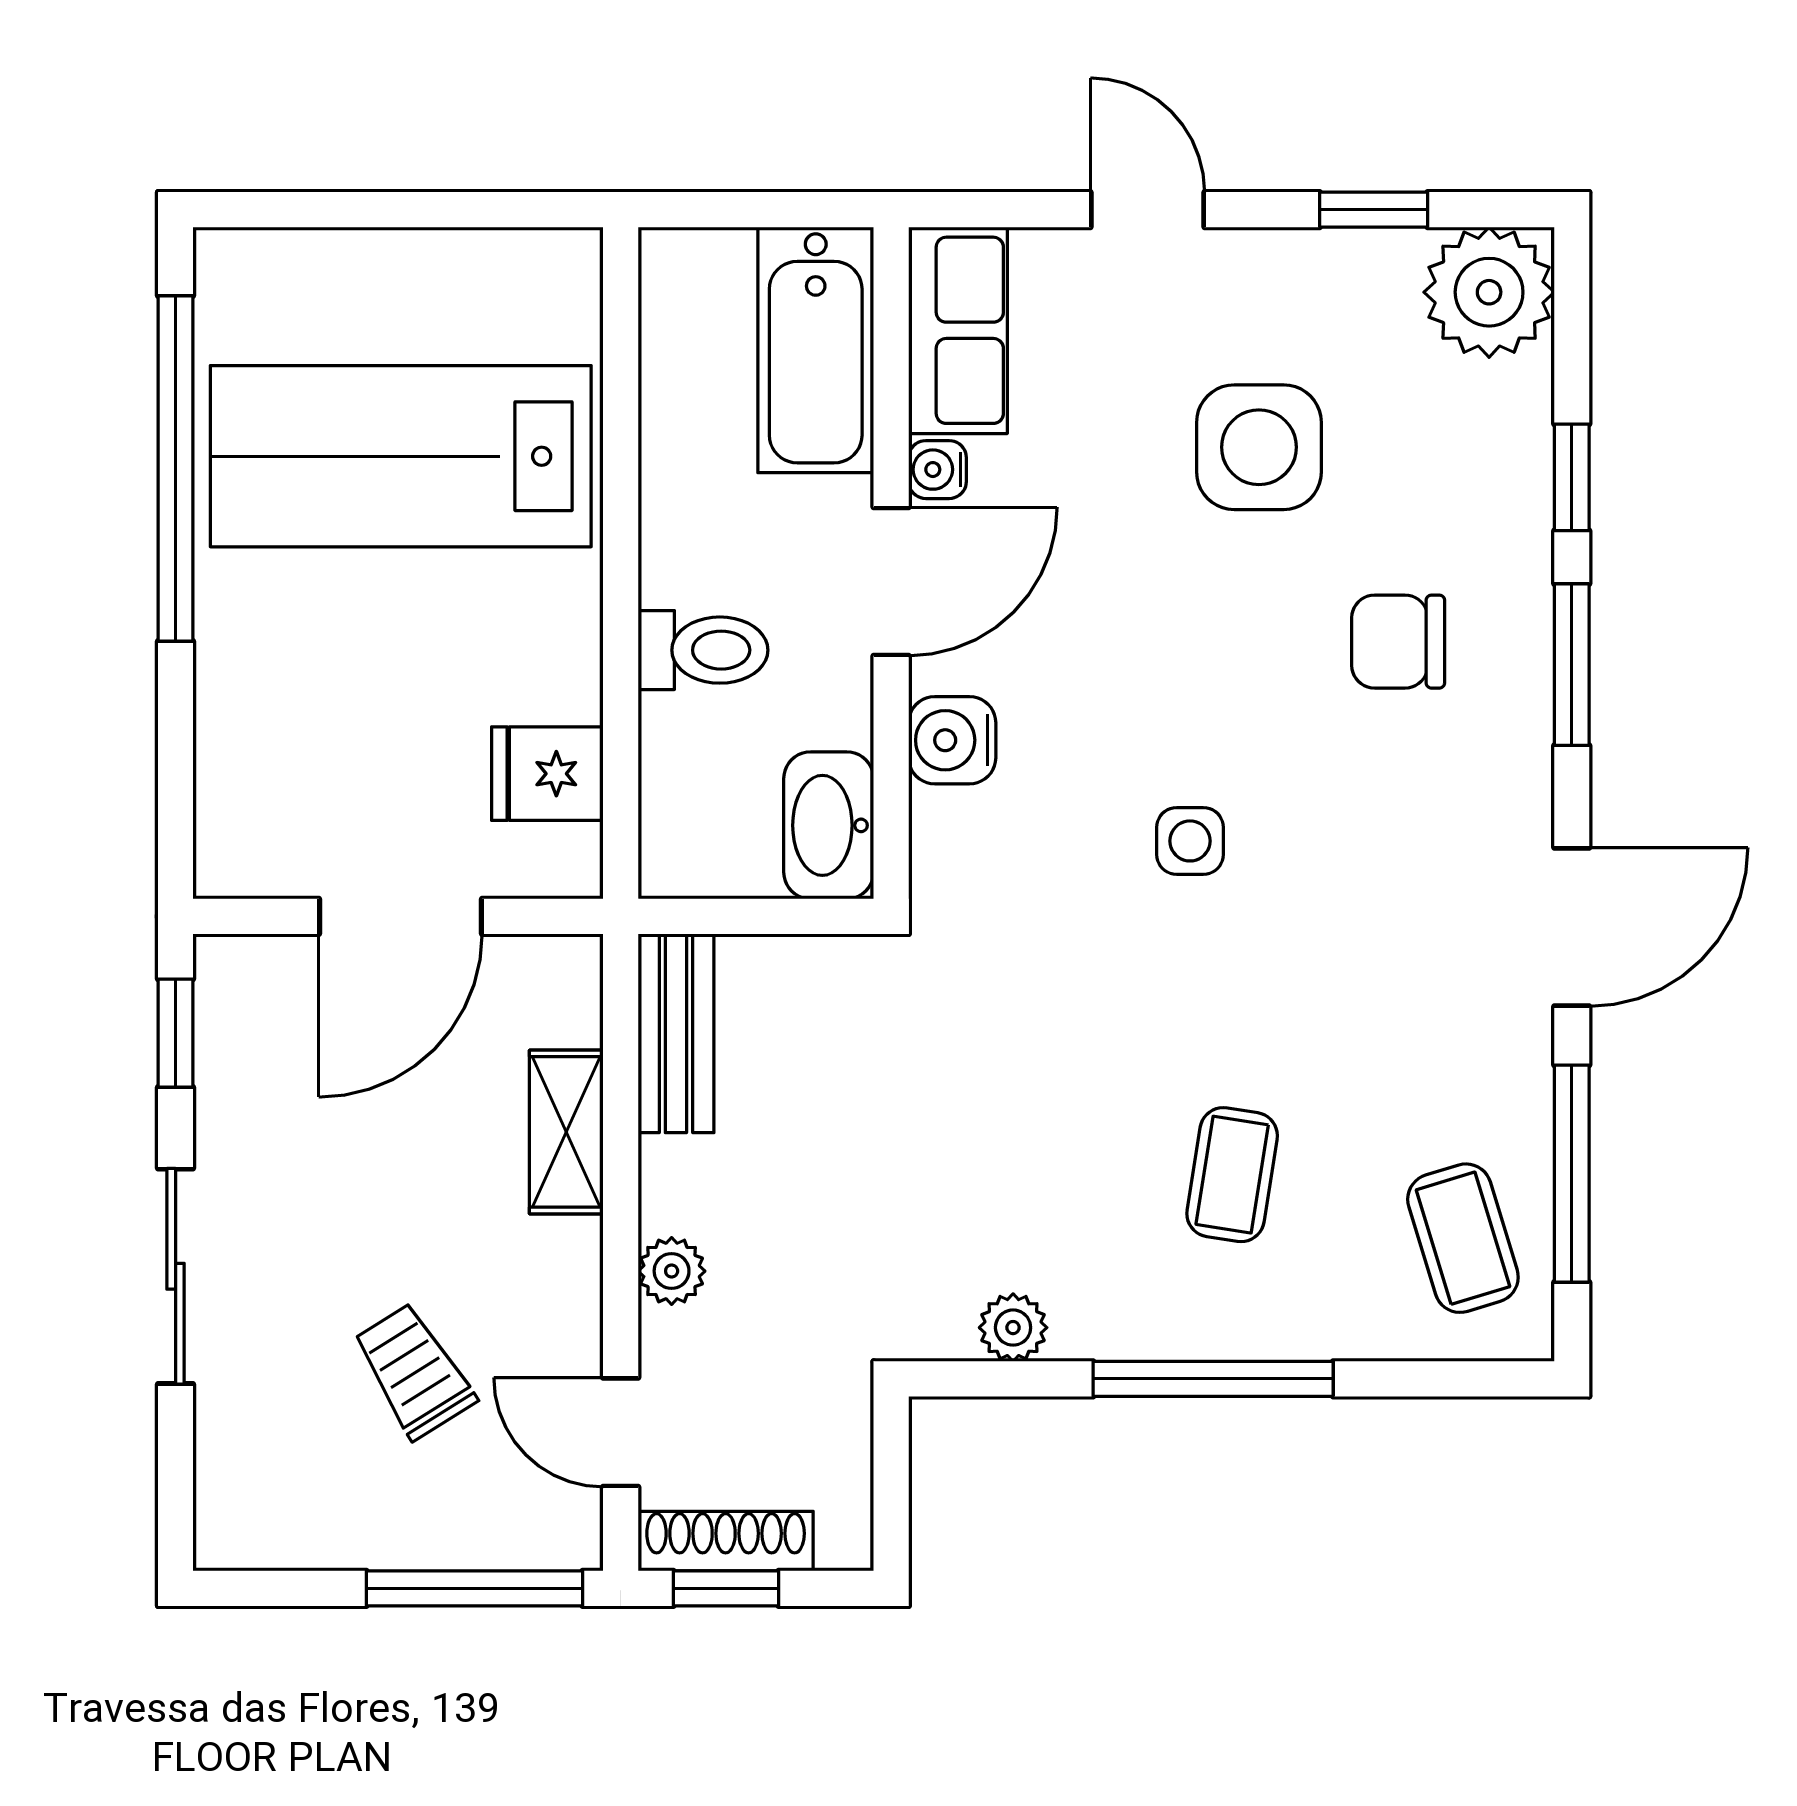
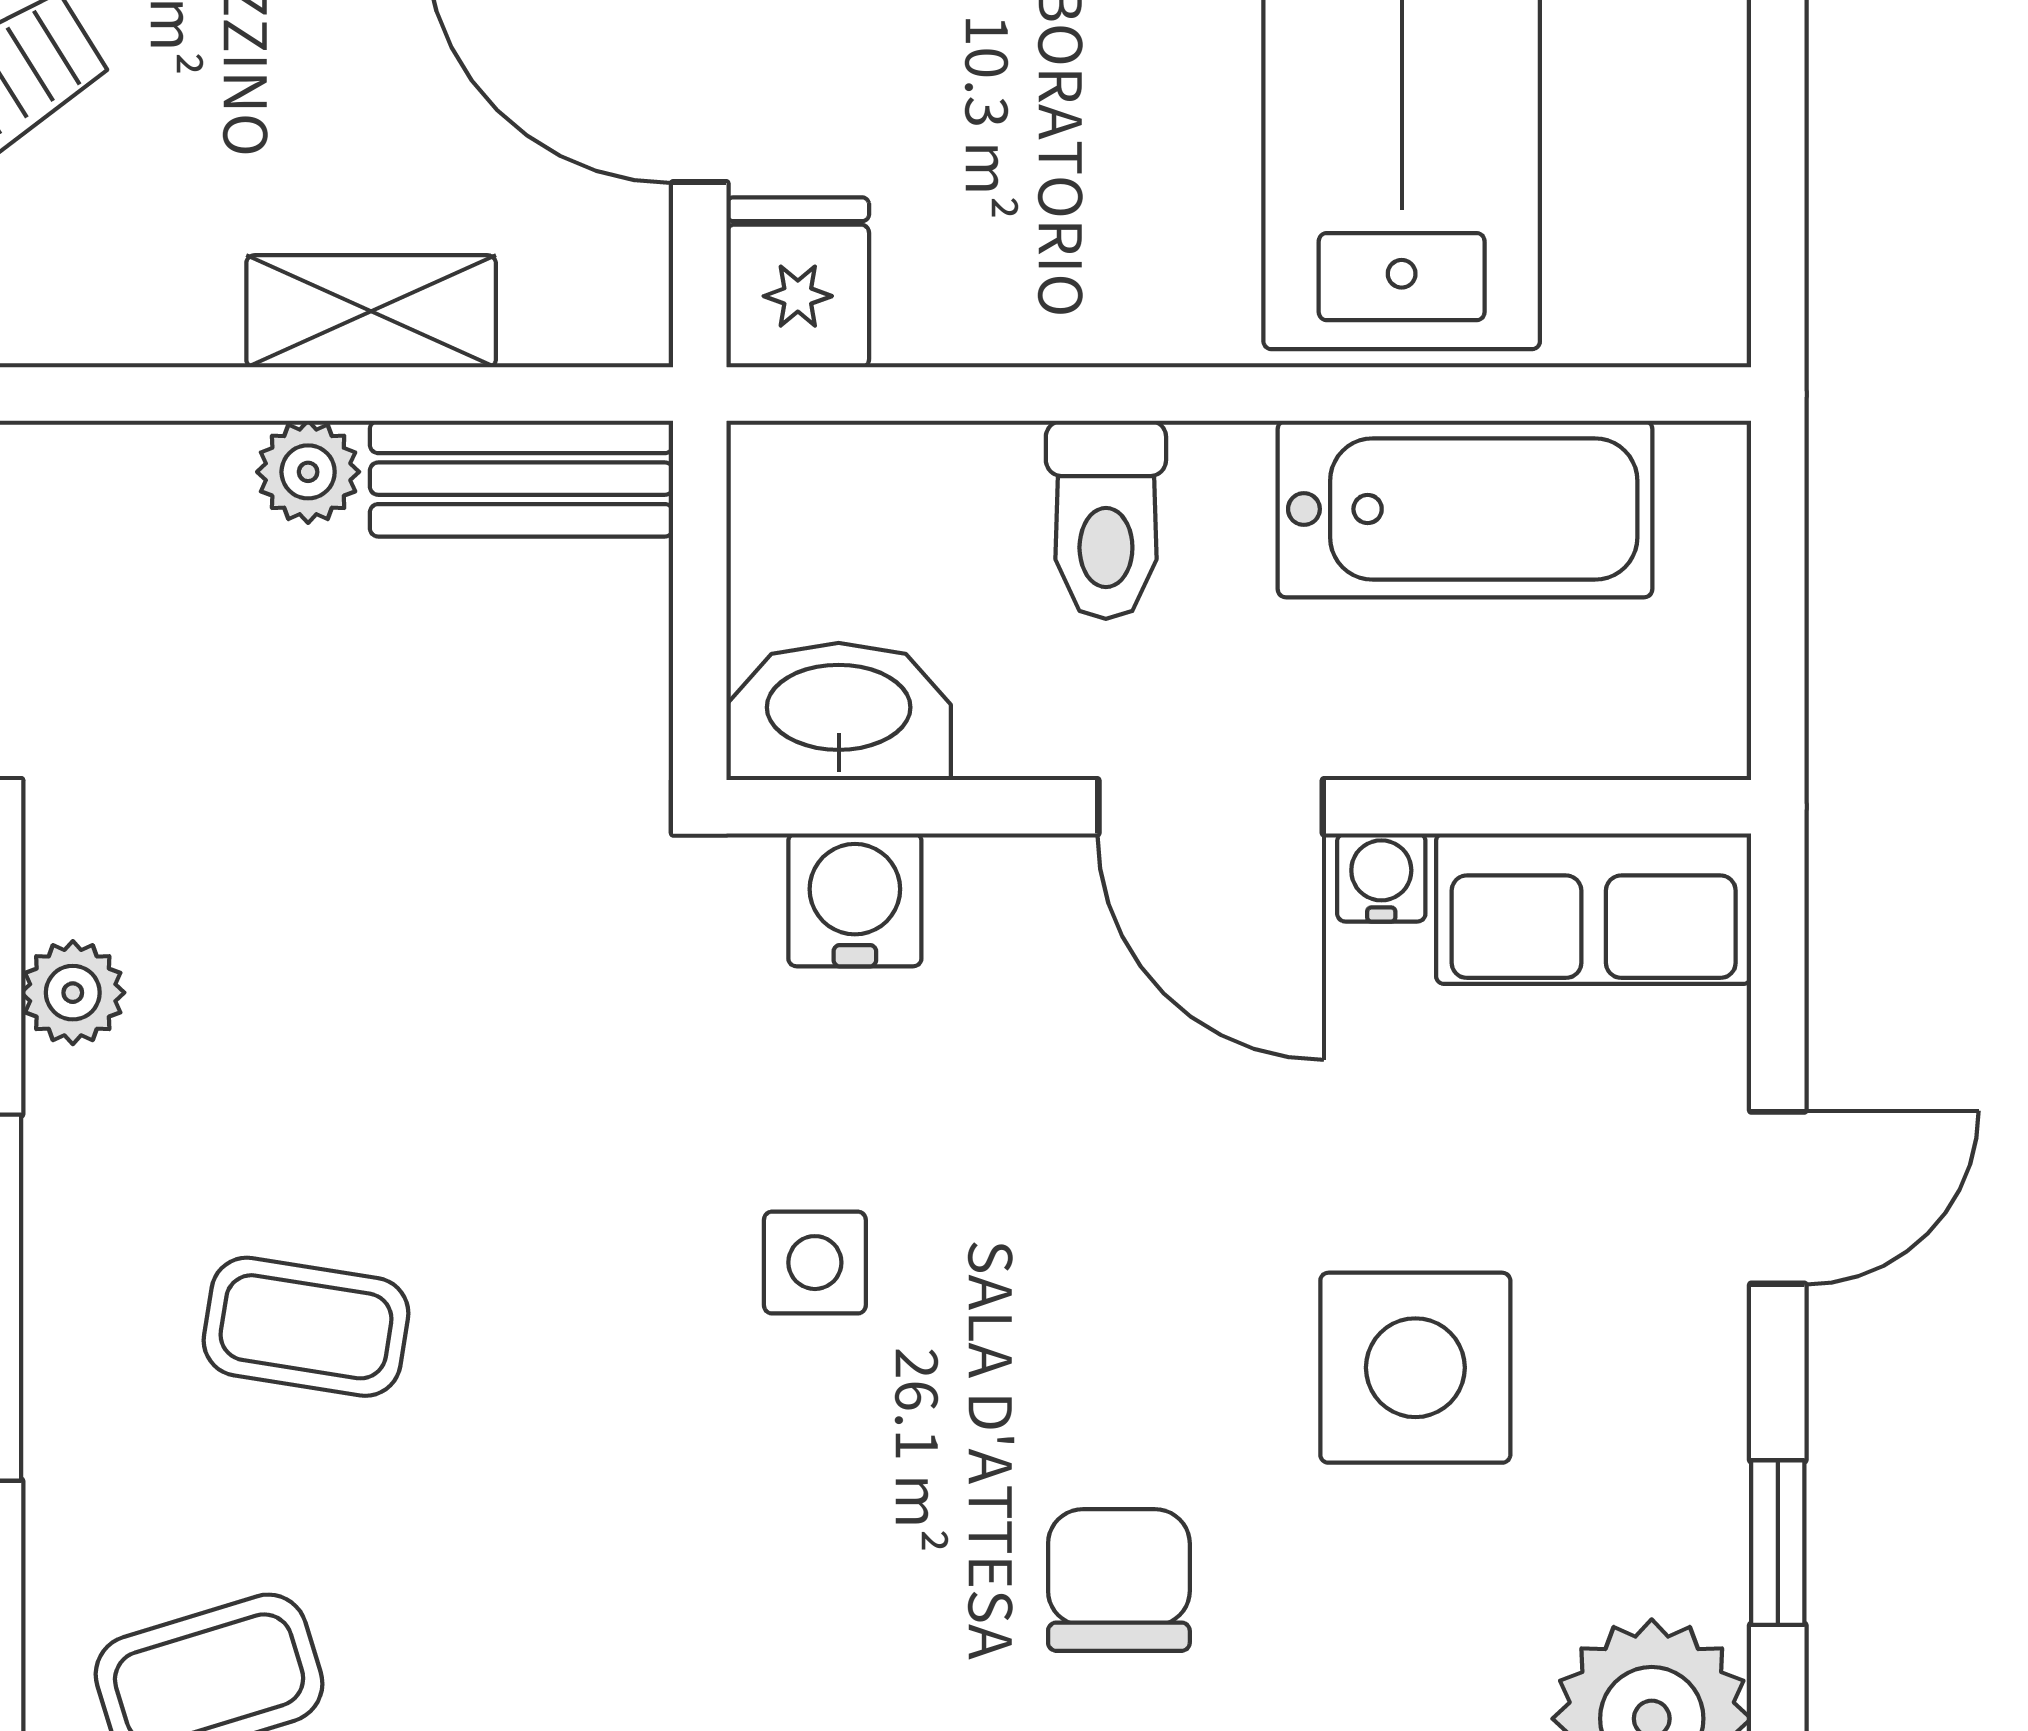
bathtub: (816, 350) -> (1465, 509), moved, turned 180
water cooler: (952, 740) -> (855, 900), moved
fridge: (547, 774) -> (798, 282), moved
plant: (672, 1271) -> (308, 472), moved

